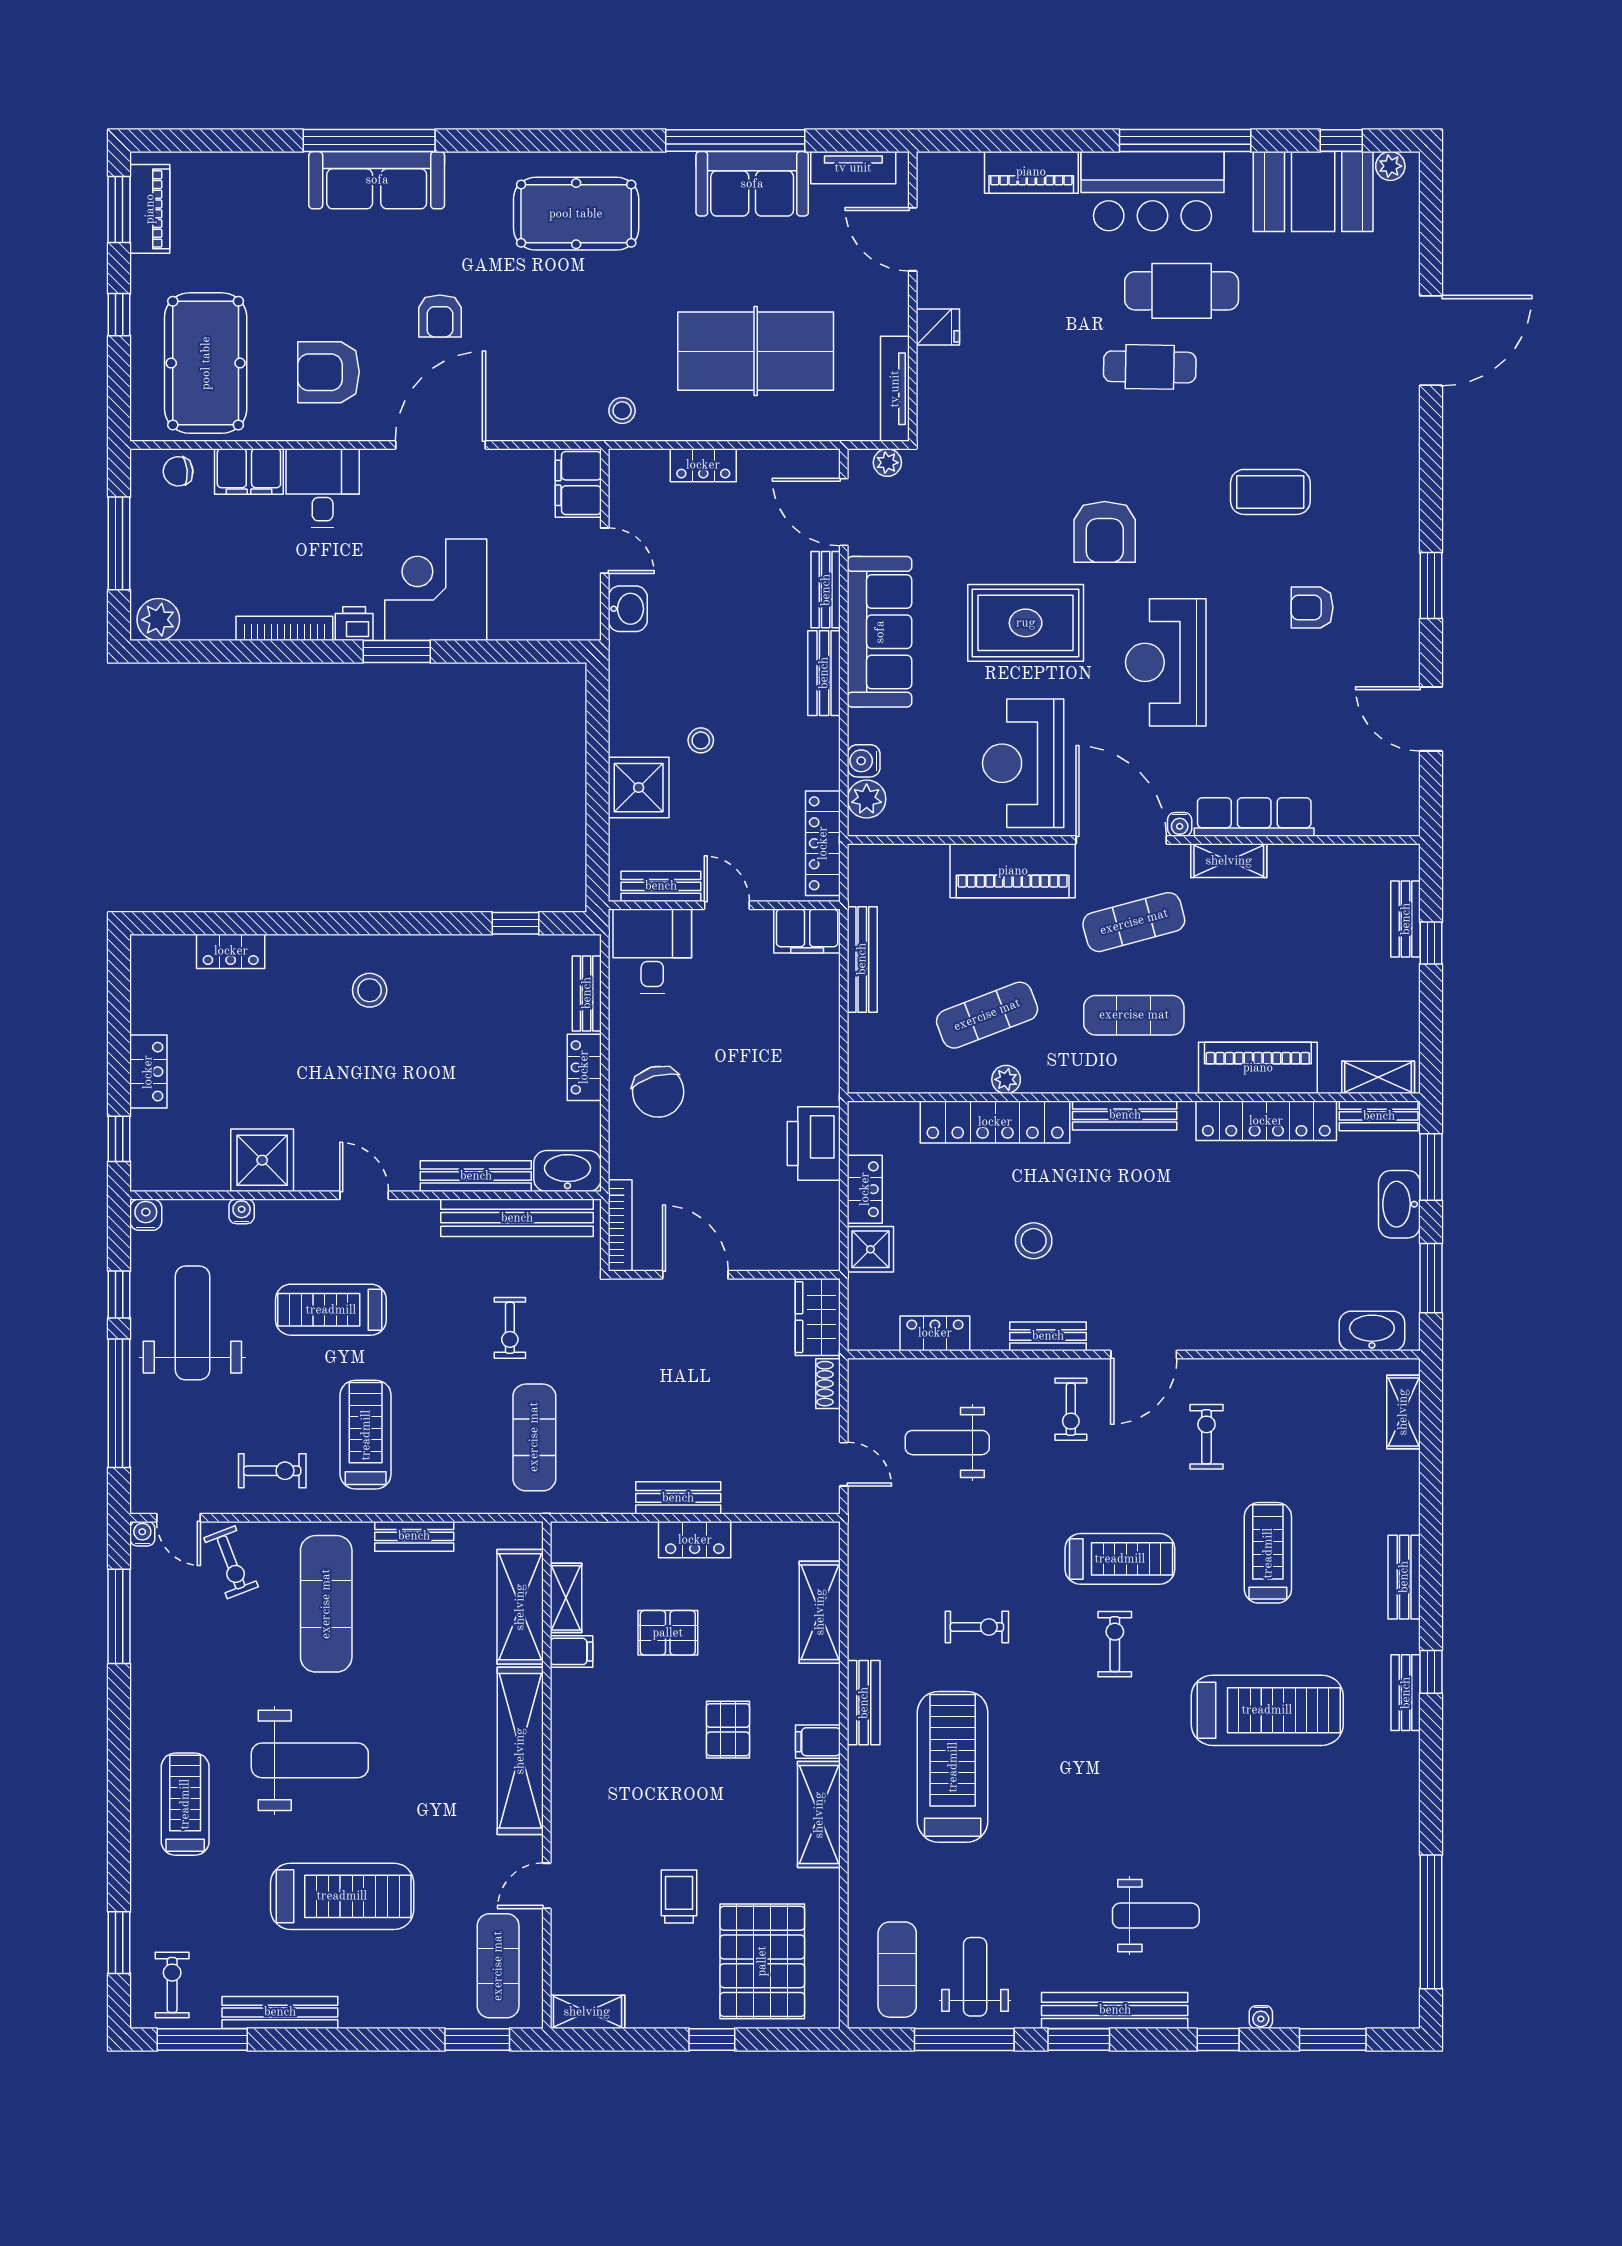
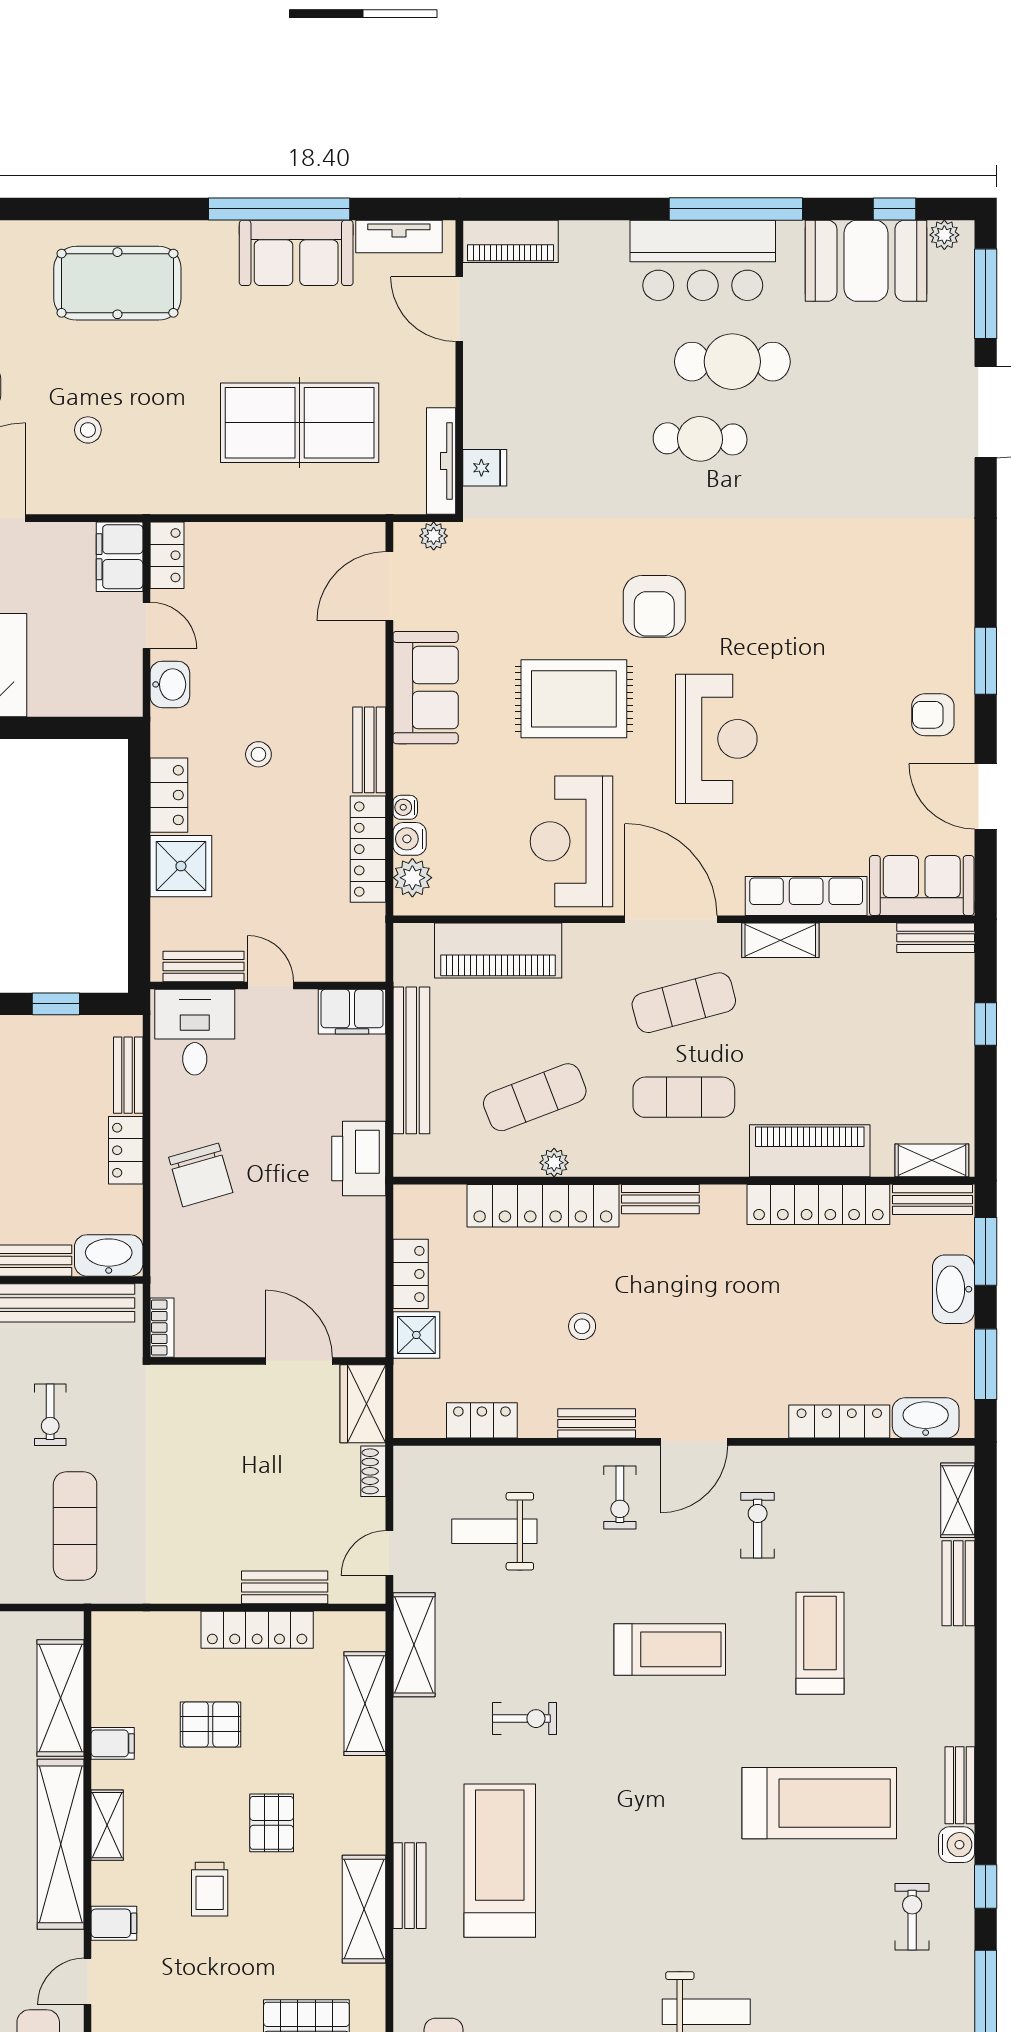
piano: (1031, 172) -> (510, 241), moved
window: (1431, 224) -> (986, 294), added
fridge: (938, 327) -> (485, 468), moved
stool: (622, 411) -> (88, 430), moved
locker: (703, 465) -> (167, 555), moved, turned -90
coffee table: (1270, 492) -> (822, 566), removed
door: (844, 512) -> (389, 586), hinge flipped
bench: (826, 590) -> (371, 665), removed
armchair: (1312, 608) -> (933, 715), moved
sofa: (880, 632) -> (426, 688), width x0.73
reception desk: (1166, 662) -> (716, 739), turned 180
locker: (627, 718) -> (169, 795), added
stool: (701, 740) -> (258, 754), moved
sofa: (1368, 807) -> (922, 886), added
water cooler: (1180, 824) -> (405, 807), moved, turned 90
locker: (823, 843) -> (368, 849), moved
piano: (1013, 871) -> (498, 951), moved
bench: (1406, 919) -> (936, 938), moved, turned 90
bench: (862, 959) -> (411, 1060), width x1.37, depth x1.21
bench: (1125, 1115) -> (660, 1199), width x0.73
printer: (814, 1144) -> (359, 1159), moved
bookcase: (620, 1225) -> (162, 1328), width x0.64
stool: (1034, 1241) -> (582, 1326), width x0.73, depth x0.73
door: (695, 1275) -> (299, 1361), moved
locker: (1287, 1335) -> (839, 1422), added
door: (844, 1464) -> (389, 1553), swing flipped
bench: (678, 1498) -> (285, 1587), moved
locker: (695, 1540) -> (257, 1630), width x1.53
shelving: (868, 1554) -> (414, 1645), added
bench: (1404, 1577) -> (958, 1583), moved
shelving: (566, 1598) -> (107, 1825), moved
exercise bike: (1115, 1644) -> (912, 1917), moved
window: (1431, 1672) -> (986, 1886), moved
bench: (864, 1703) -> (409, 1886), moved
filing cabinet: (818, 1742) -> (114, 1923), moved, turned 180
water cooler: (1402, 1751) -> (957, 1845), added
trolley: (679, 1897) -> (210, 1889), moved, turned 180

